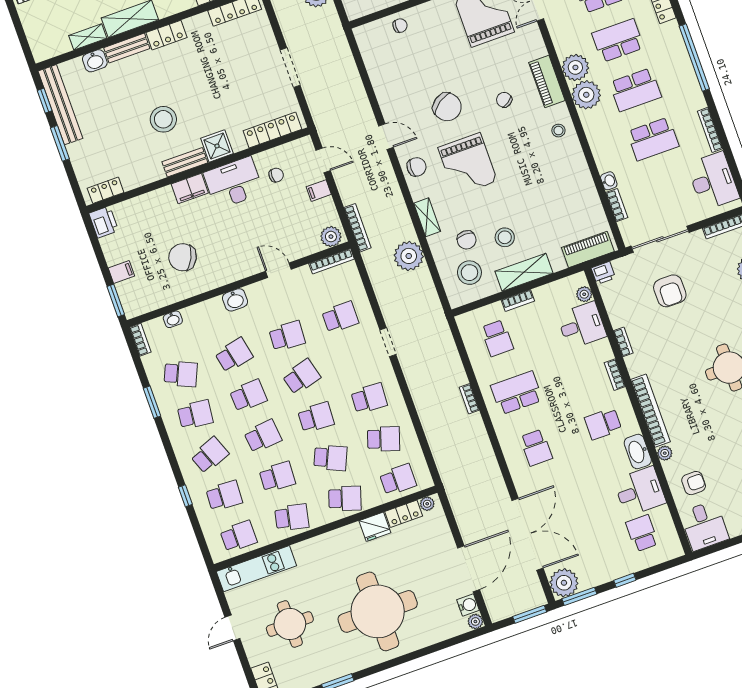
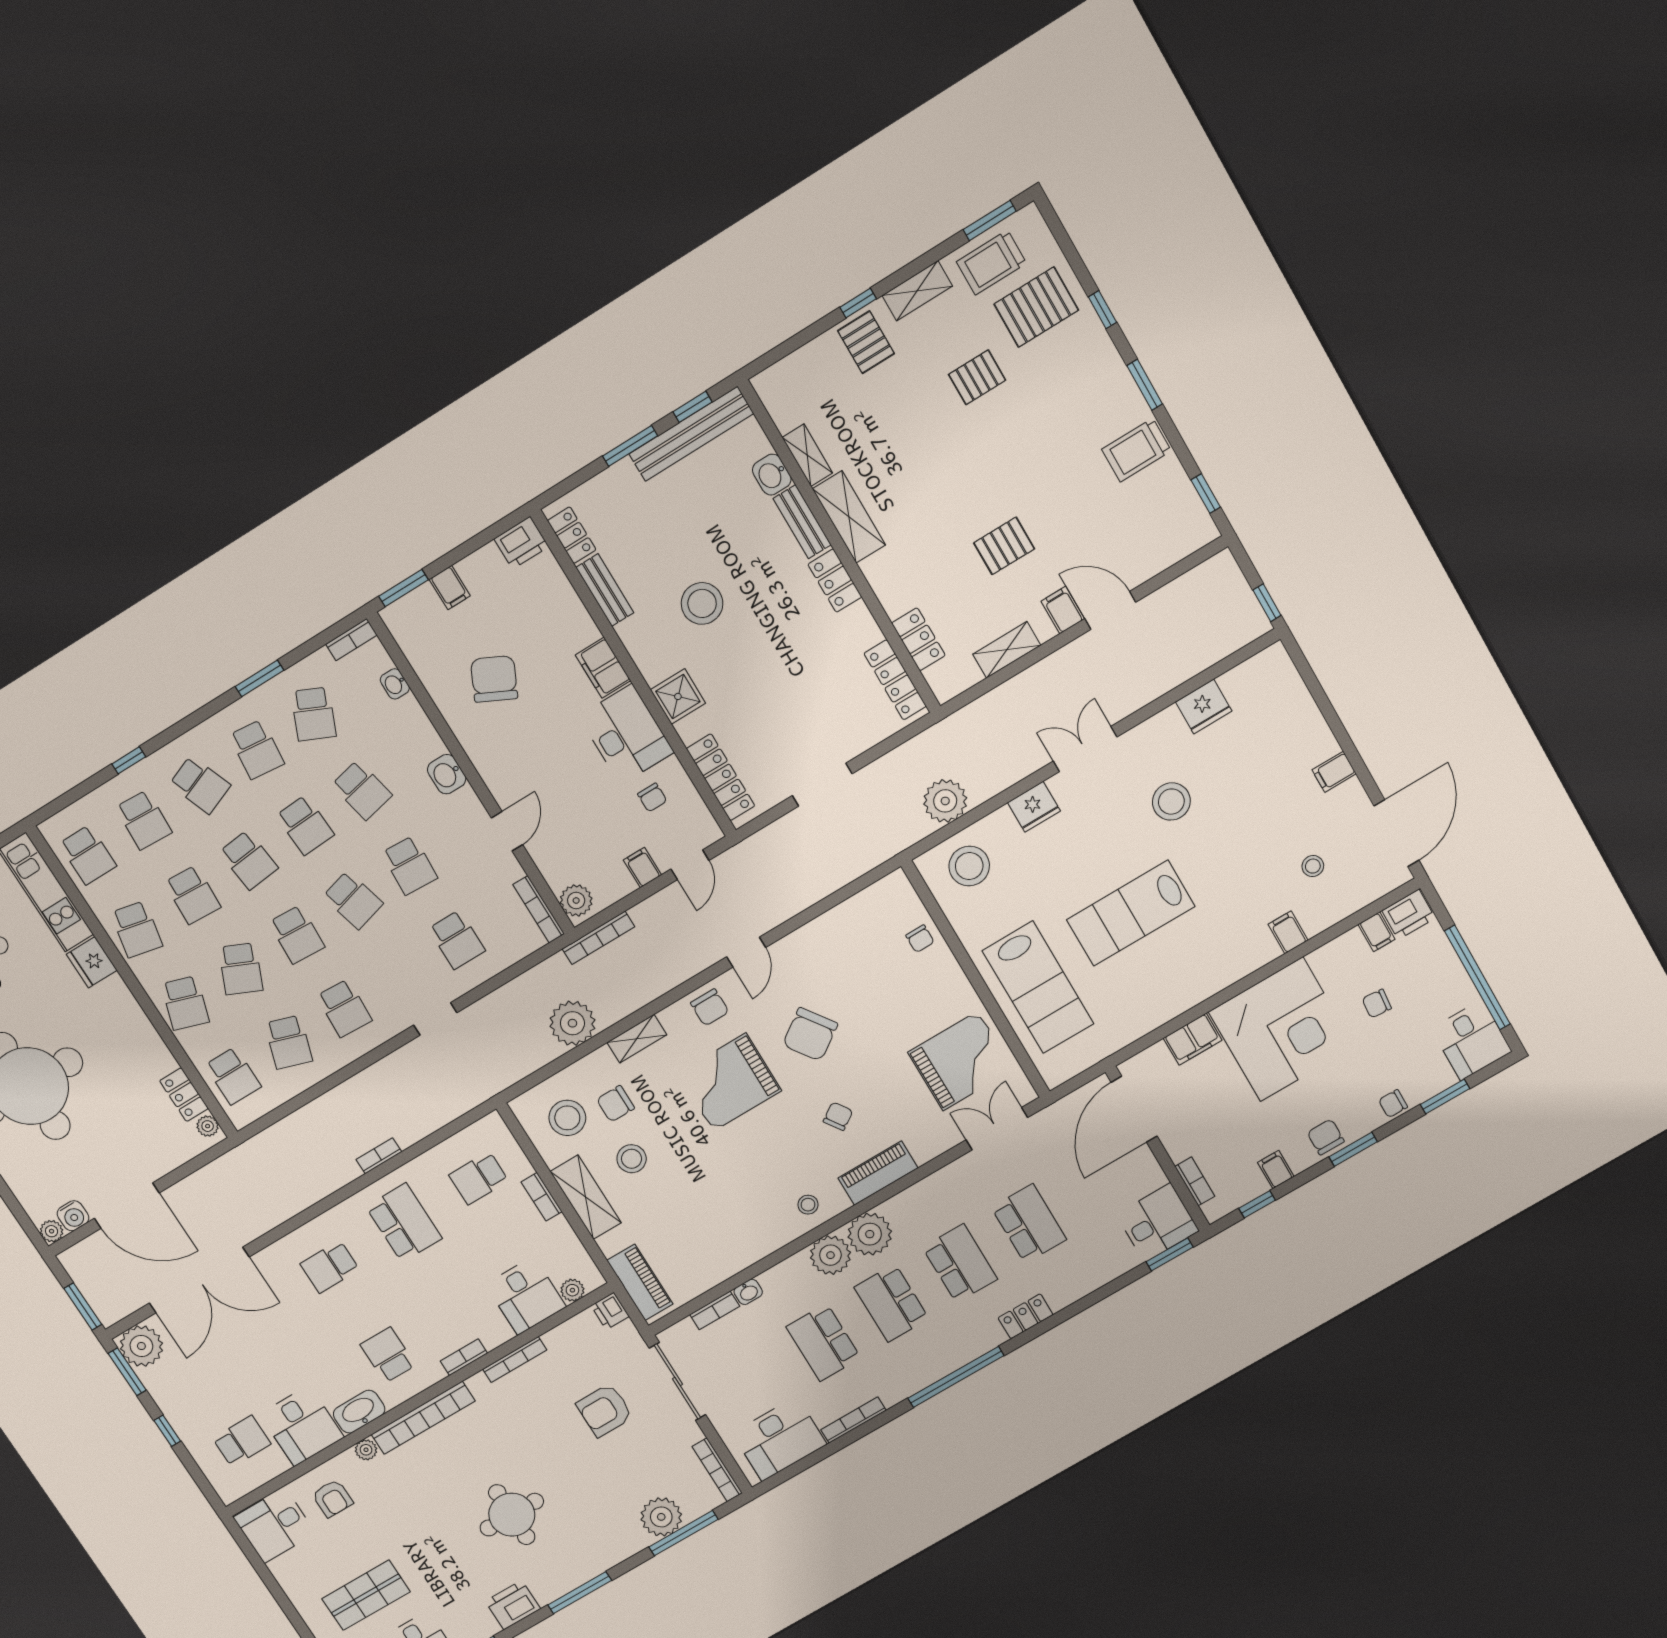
plant: (575, 67) -> (830, 1255), moved
bench: (185, 162) -> (605, 590), moved
bookcase: (623, 342) -> (515, 1360), width x1.56
fridge: (375, 527) -> (92, 962), moved

